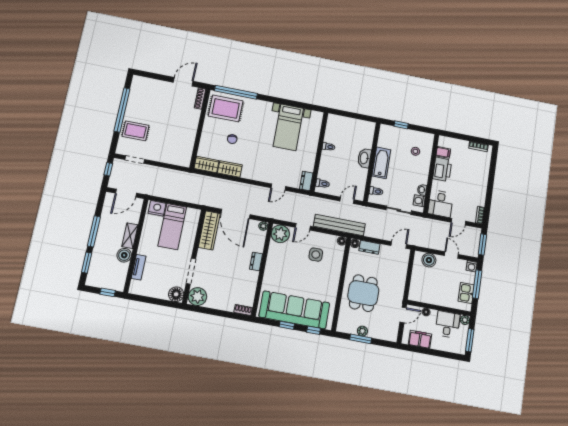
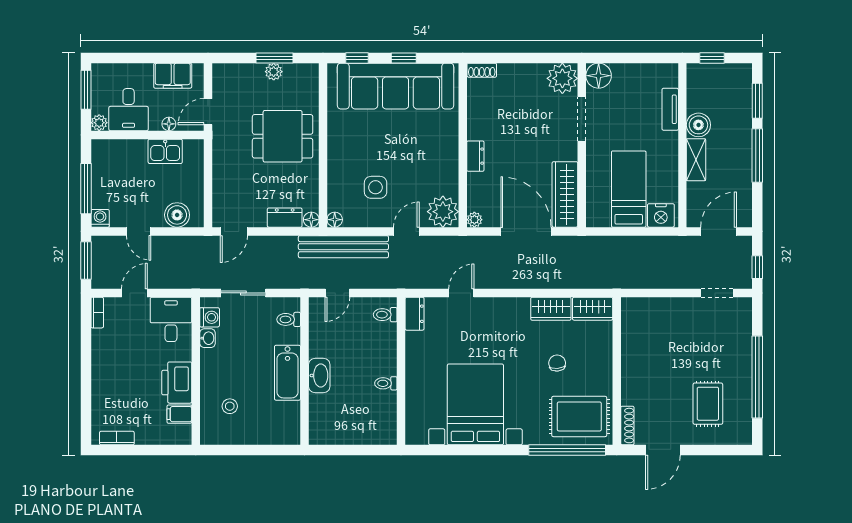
window: (401, 125) -> (263, 450), removed
bed with nightstands: (288, 127) -> (475, 404), width x1.36
rug: (136, 131) -> (708, 404), moved, turned 90
dining table: (363, 293) -> (283, 136), turned 90
kitchen sink: (466, 293) -> (165, 151), moved, turned 90

